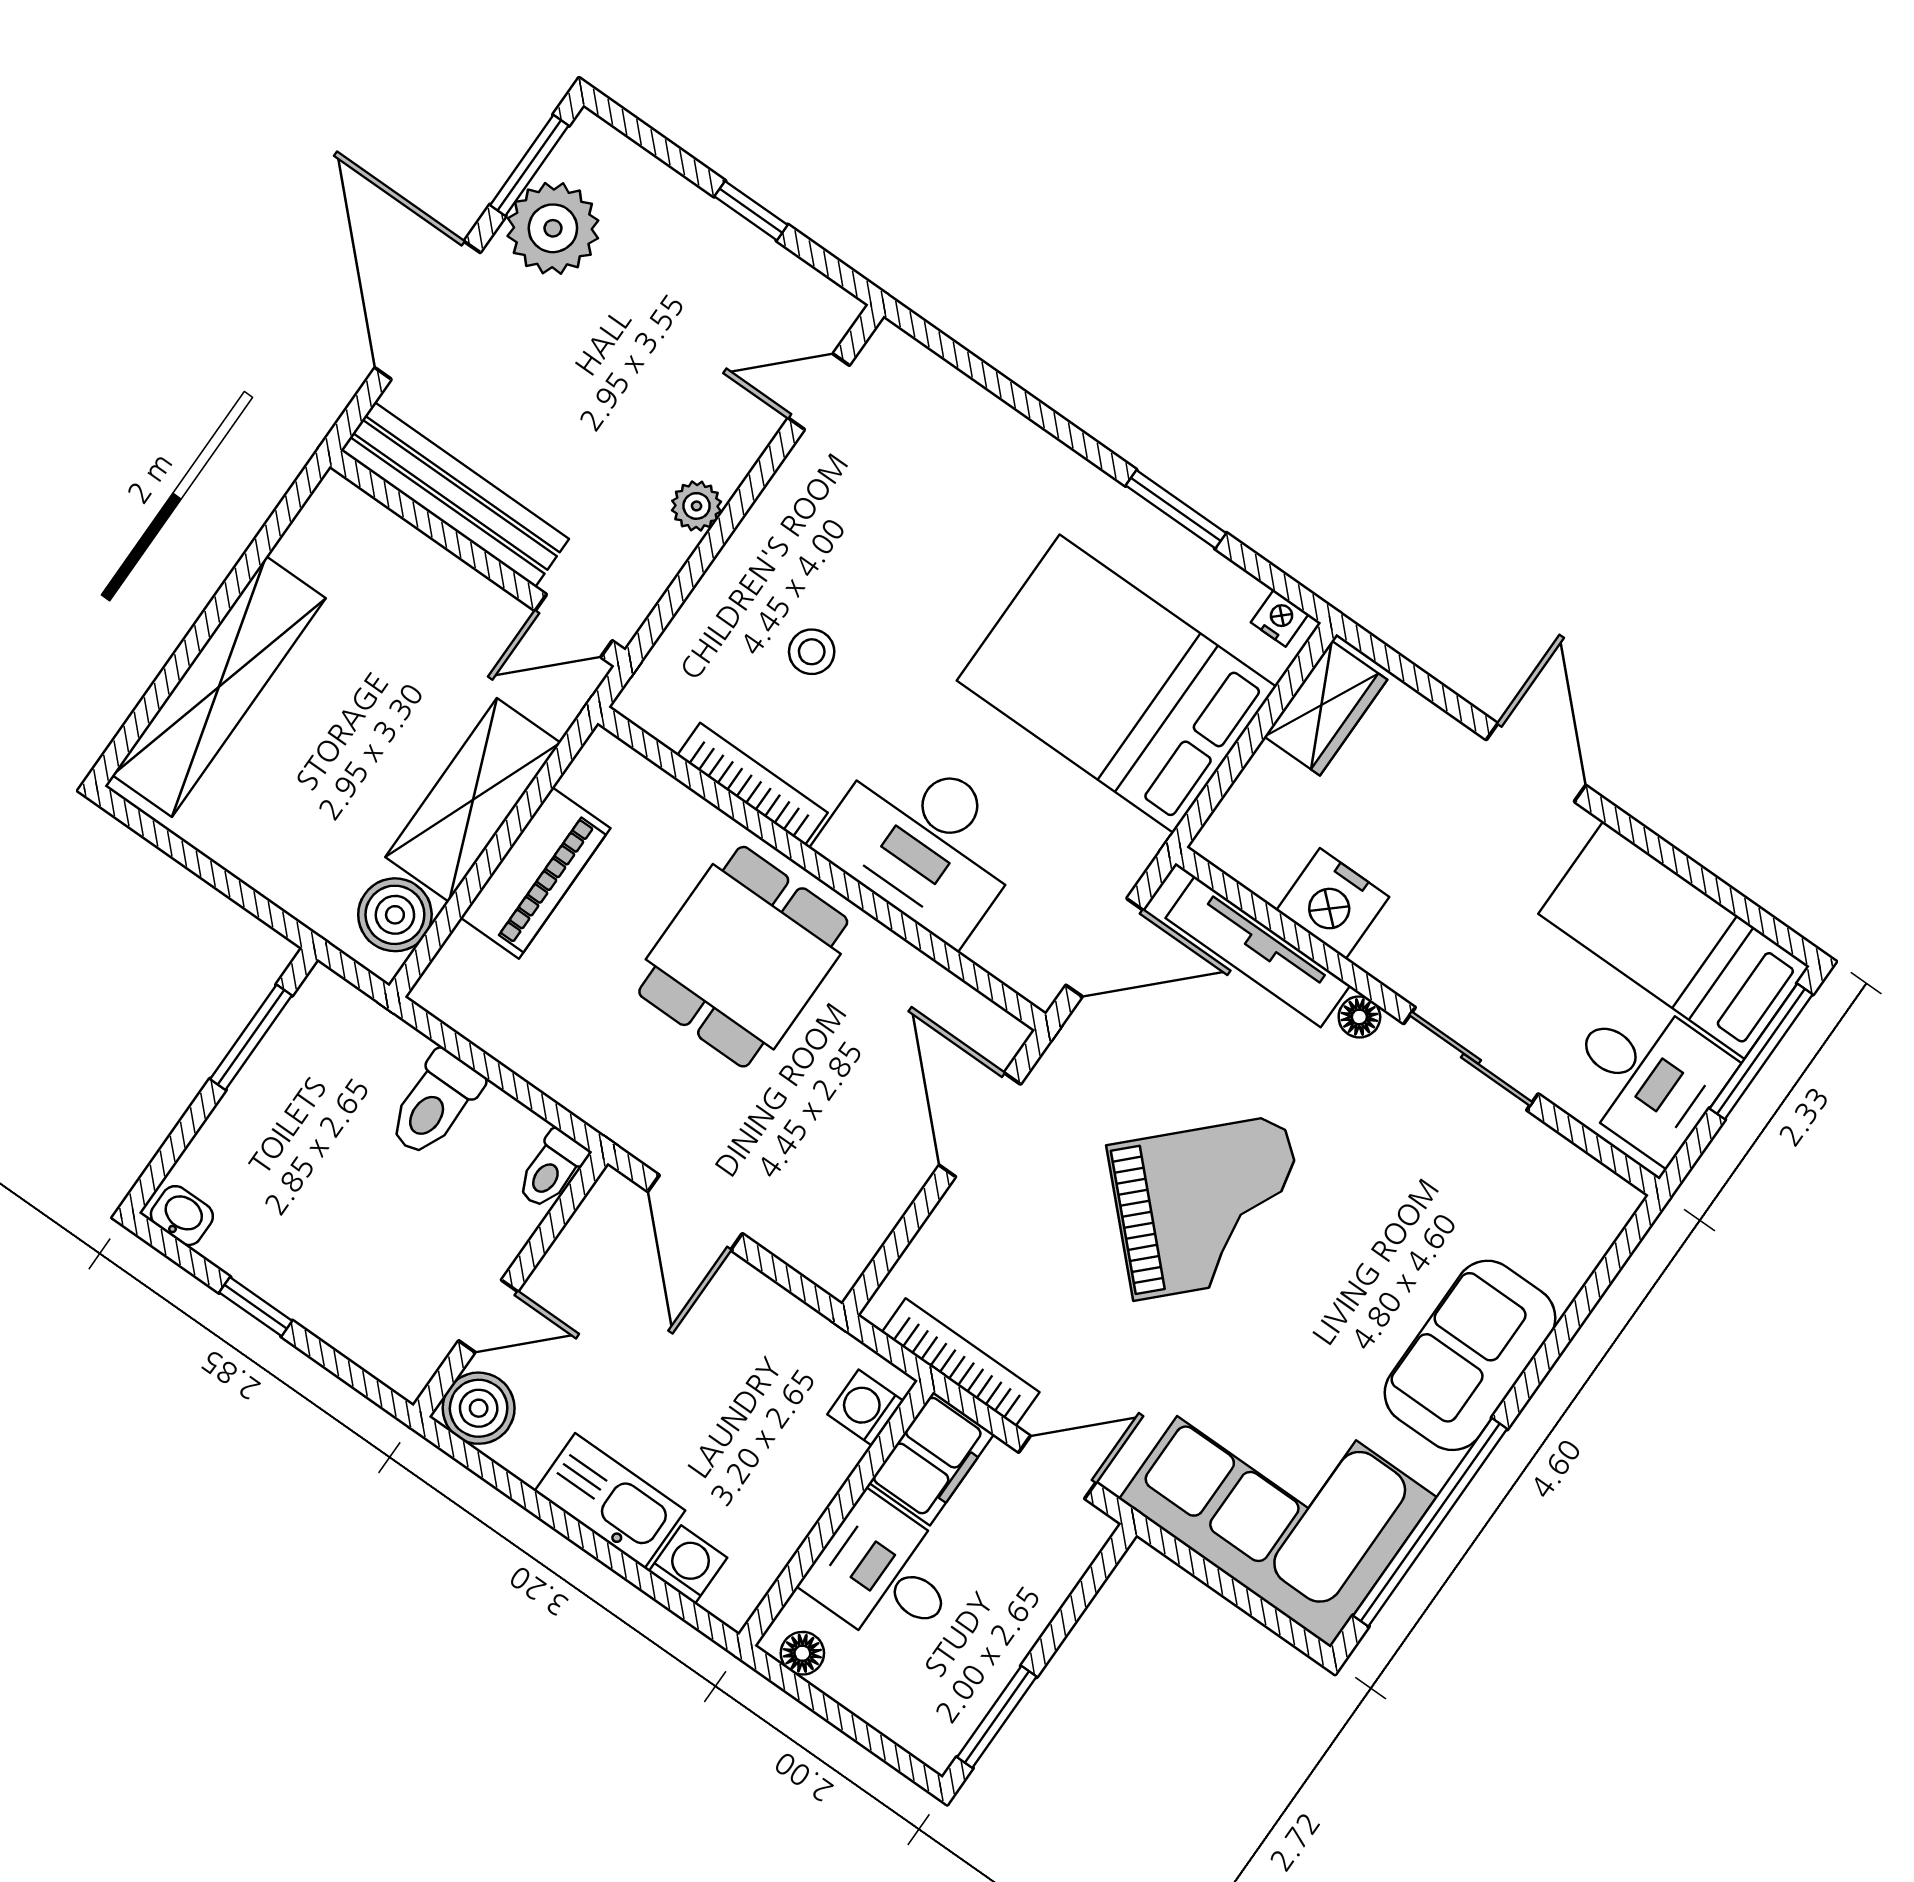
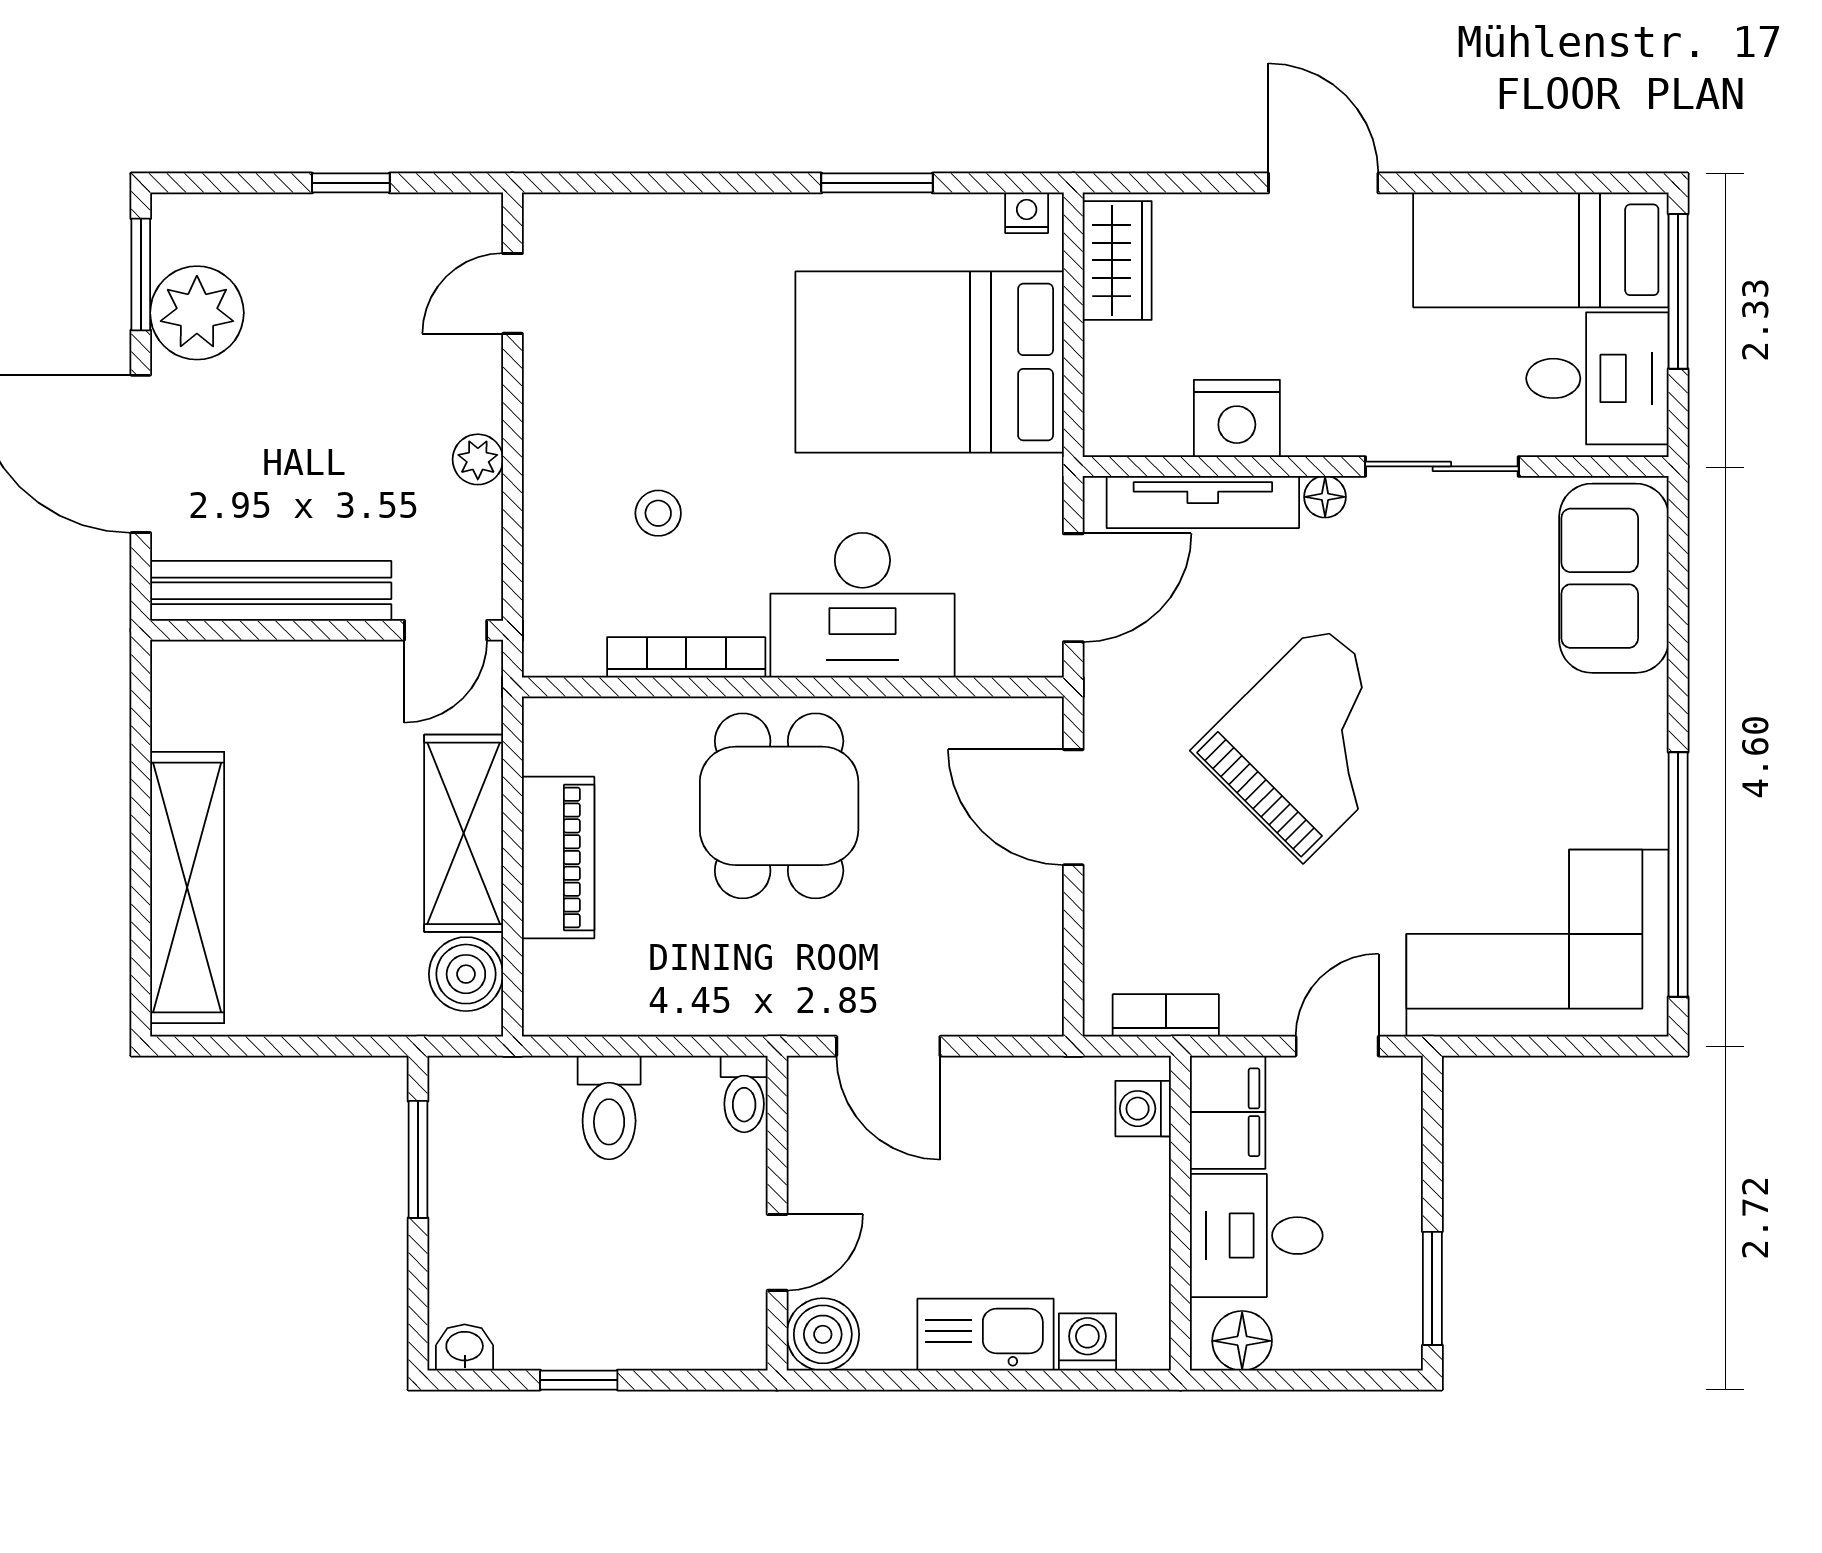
sofa: (1470, 1355) -> (1614, 578), moved
bookcase: (961, 1362) -> (1166, 1015), width x0.64
floor lamp: (802, 1653) -> (1242, 1341), width x1.37, depth x1.37

